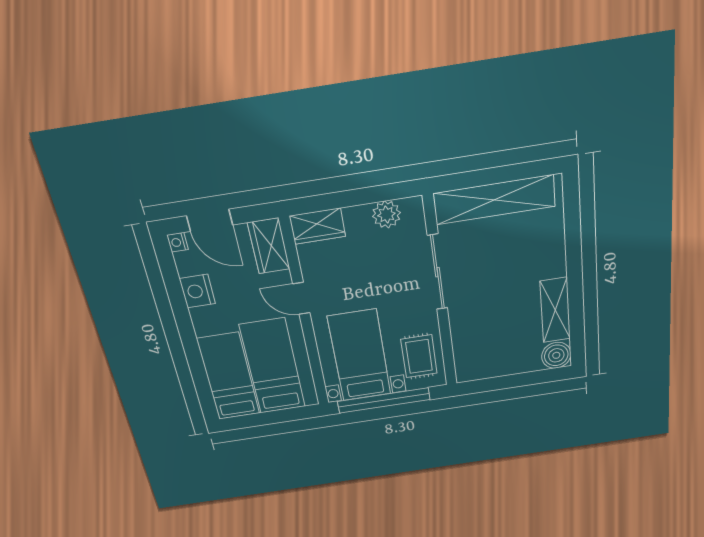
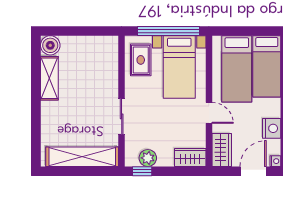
window: (393, 192) -> (142, 171), added
door: (210, 220) -> (253, 171), hinge flipped
sliding door: (438, 272) -> (122, 116), width x0.73

